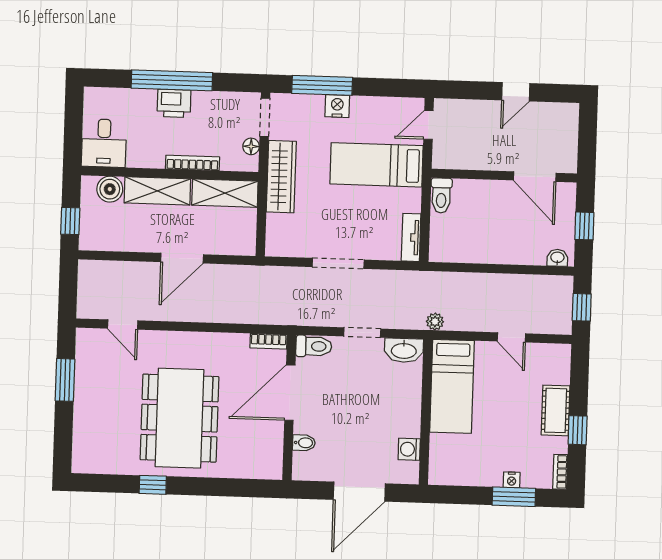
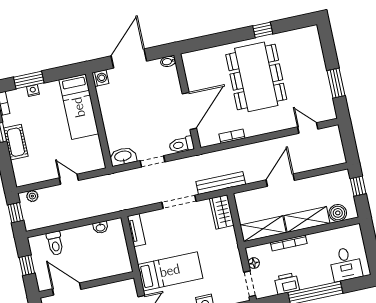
printer: (174, 103) -> (287, 283), moved
desk: (104, 143) -> (346, 264), moved, turned 180
wardrobe: (281, 177) -> (222, 212), moved, width x0.67
toilet: (441, 196) -> (55, 243), moved, turned 180
washbasin: (557, 258) -> (101, 227), moved
bench: (270, 276) -> (221, 183), added
plant: (435, 322) -> (32, 196), moved
door: (511, 337) -> (69, 179), moved
bookcase: (269, 341) -> (232, 136), moved
bed: (452, 386) -> (79, 107), moved, turned 180
bidet: (304, 443) -> (168, 61), moved
washing machine: (409, 449) -> (100, 78), moved

